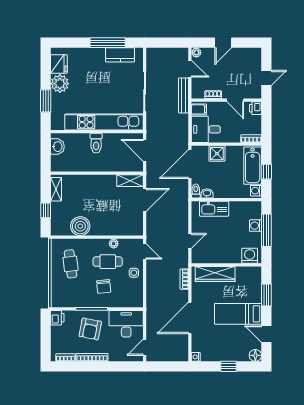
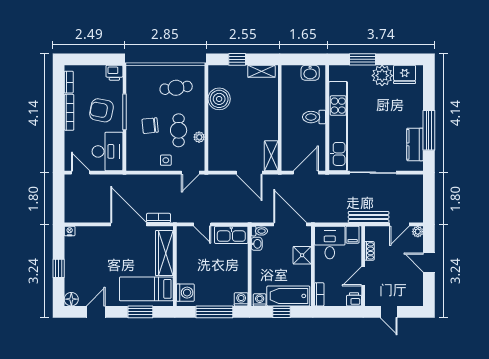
kitchen sink: (214, 209) -> (231, 235), moved, turned -90
washing machine: (256, 226) -> (241, 299), moved
bed: (238, 314) -> (146, 289), moved, turned -90
door: (190, 318) -> (129, 224), moved

